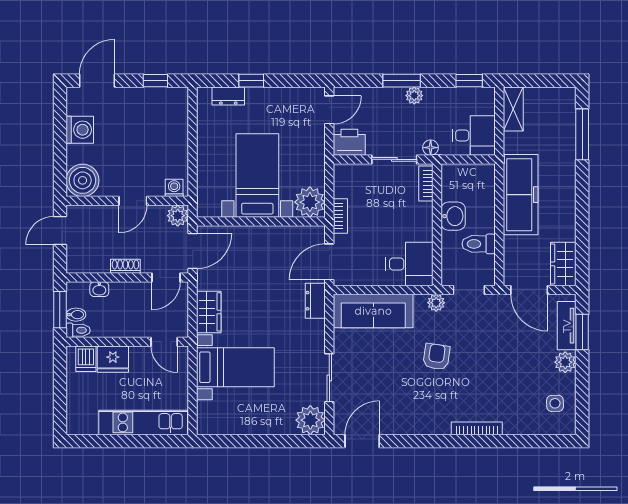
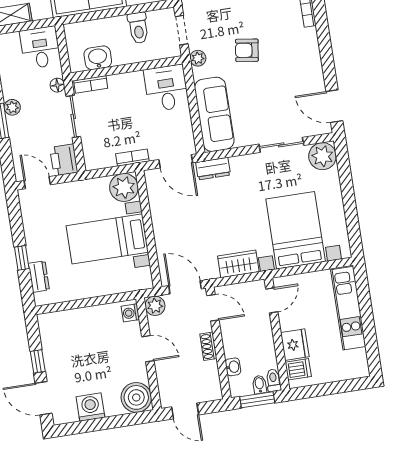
window: (155, 81) -> (38, 361), moved
washbasin: (453, 216) -> (98, 58), moved
bed with nightstands: (235, 367) -> (296, 230), width x1.36

